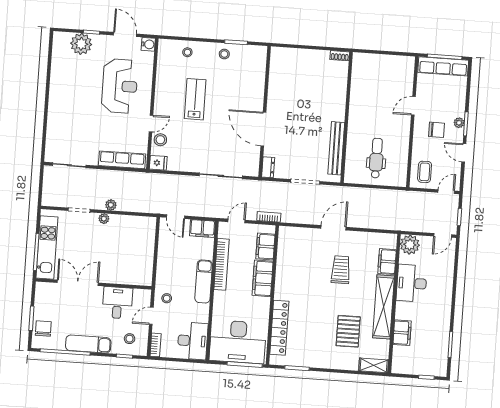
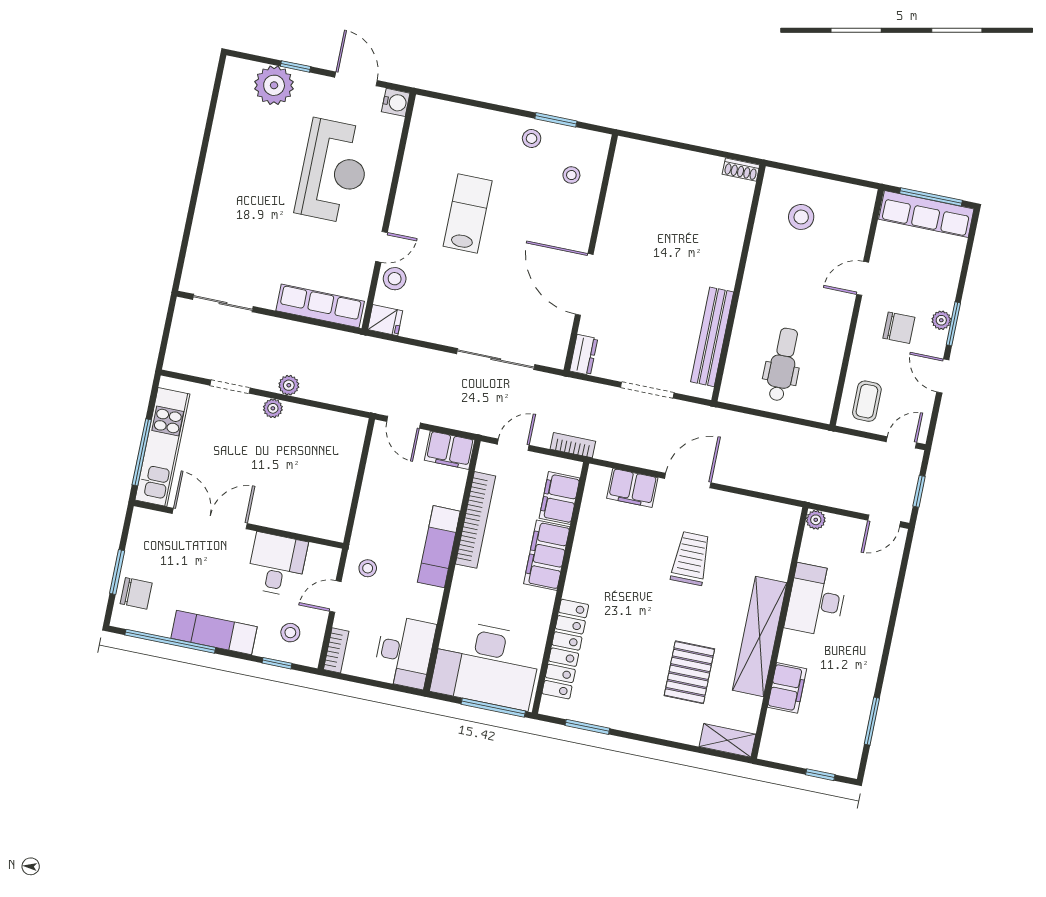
stool: (187, 52) -> (571, 175), moved
stool: (376, 77) -> (801, 217), added
plant: (410, 245) -> (816, 520), width x0.53, depth x0.53
filing cabinet: (387, 262) -> (632, 488), moved, turned -90
chair: (43, 329) -> (136, 593), turned 90

